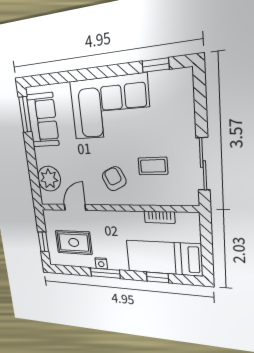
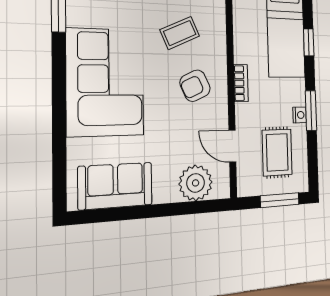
window: (25, 115) -> (106, 215), removed
coffee table: (153, 166) -> (180, 33), turned 66
bookcase: (160, 217) -> (241, 83), moved
window: (43, 242) -> (280, 200), width x1.50

